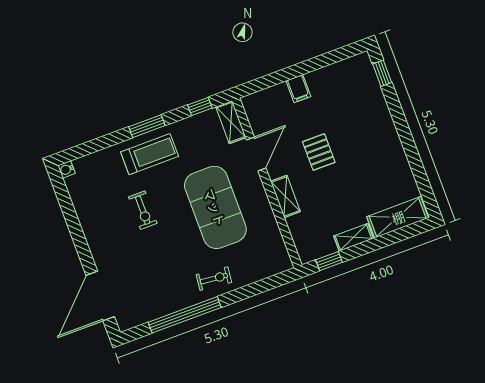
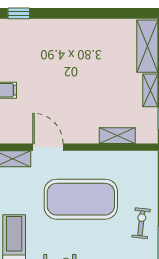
pallet: (319, 152) -> (66, 93), removed
shelving: (285, 196) -> (117, 136), moved

